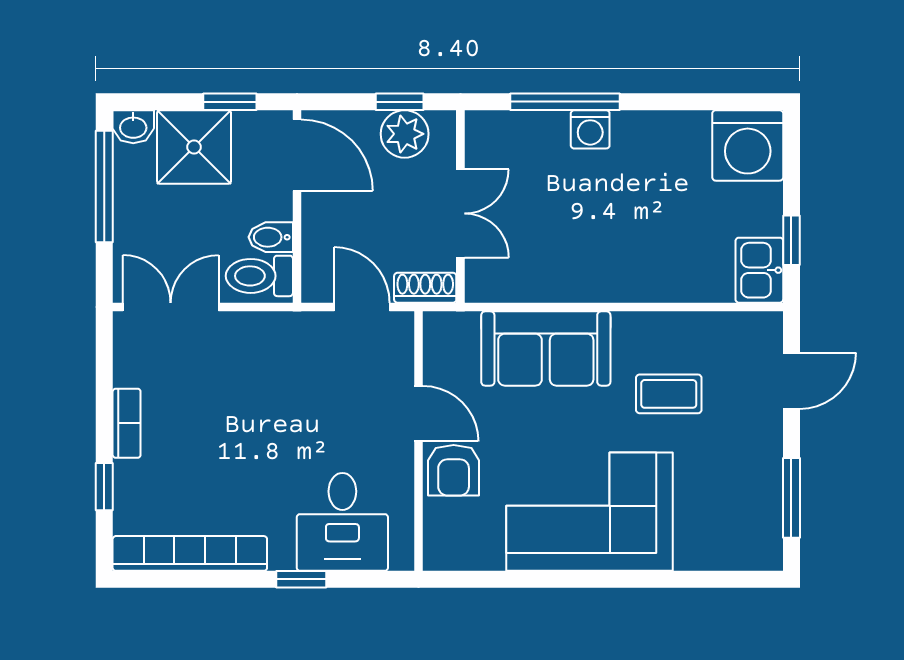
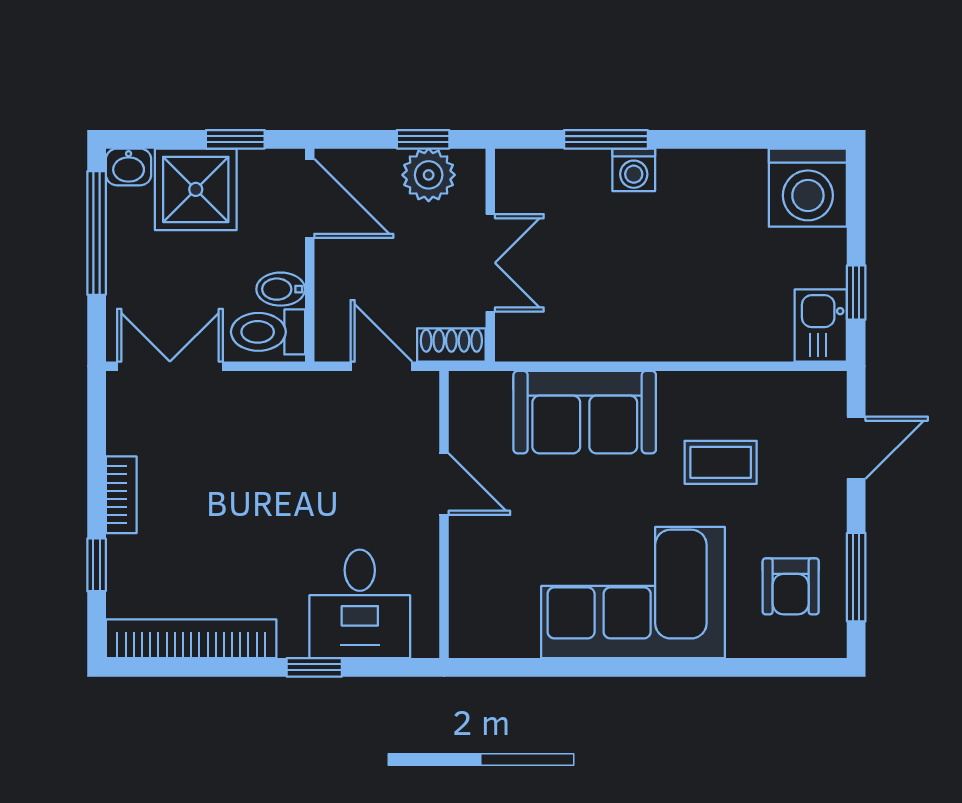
window: (565, 102) -> (606, 139), width x0.69
armchair: (454, 470) -> (791, 586), moved

